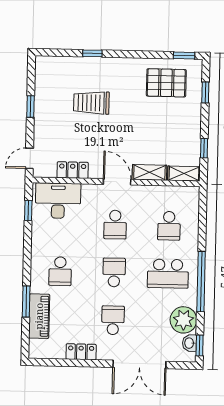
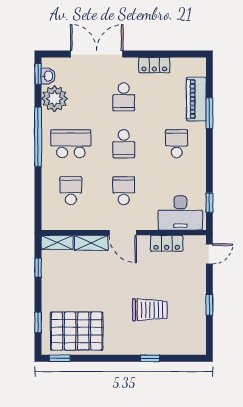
pallet: (166, 83) -> (77, 331), width x1.37, depth x1.41

